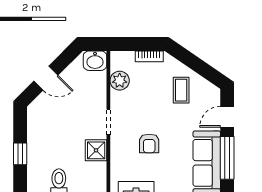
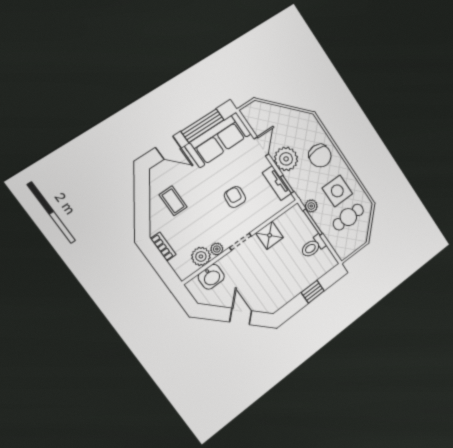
washbasin: (95, 61) -> (211, 277), moved, turned 90
coffee table: (181, 90) -> (173, 201), turned 90
plant: (116, 98) -> (217, 249), added
armchair: (149, 143) -> (235, 197), turned -85

